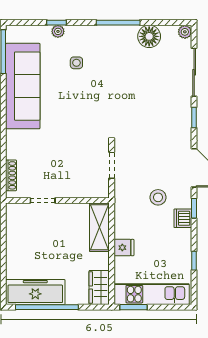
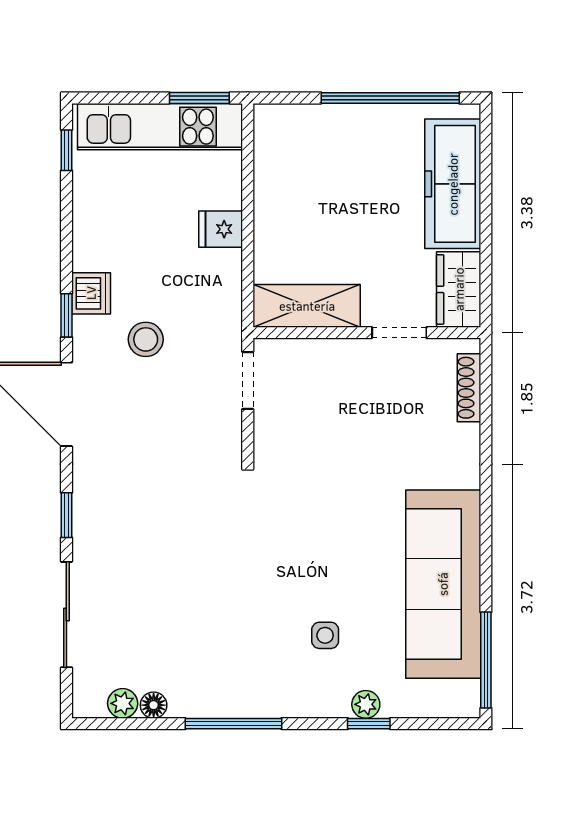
plant: (185, 32) -> (123, 703), moved
floor lamp: (149, 36) -> (154, 705), width x0.53, depth x0.53
doorway: (112, 165) -> (248, 380), moved
shelving: (99, 227) -> (307, 306), moved, turned 90
window: (194, 261) -> (66, 150), moved
wardrobe: (99, 287) -> (459, 289), moved, turned 180
freezer: (35, 292) -> (453, 184), moved, turned 90

